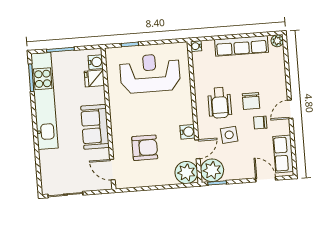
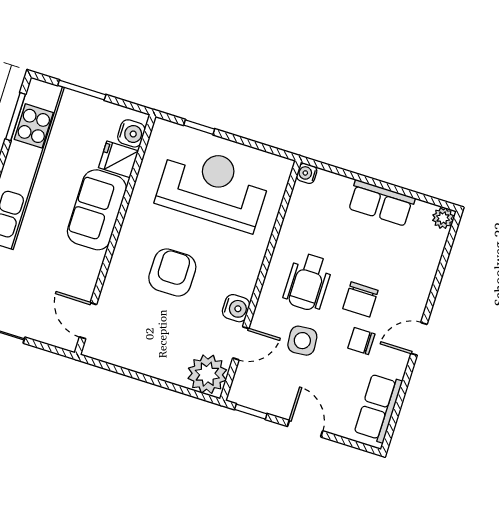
row of seats: (241, 46) -> (381, 203), width x0.68
sofa: (95, 127) -> (97, 210), moved
armchair: (145, 148) -> (172, 272), moved, turned -90
plant: (212, 170) -> (251, 387), removed
door: (266, 179) -> (305, 429), moved

